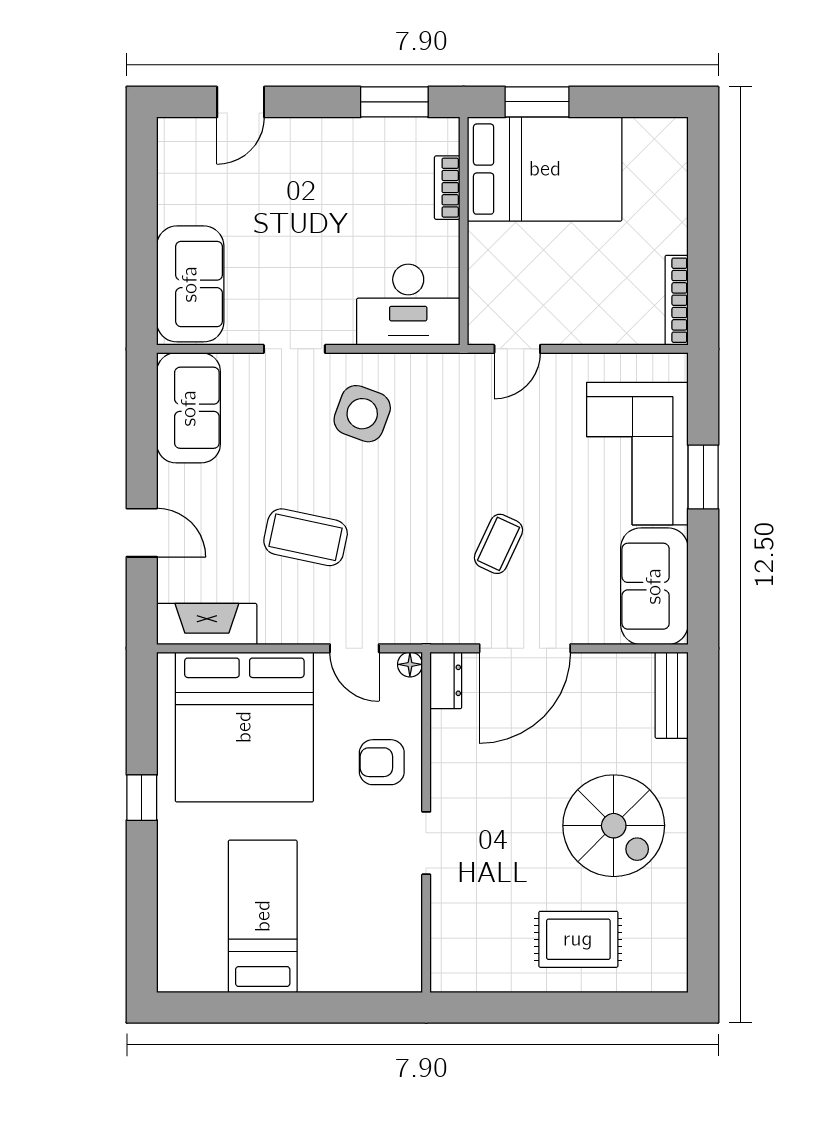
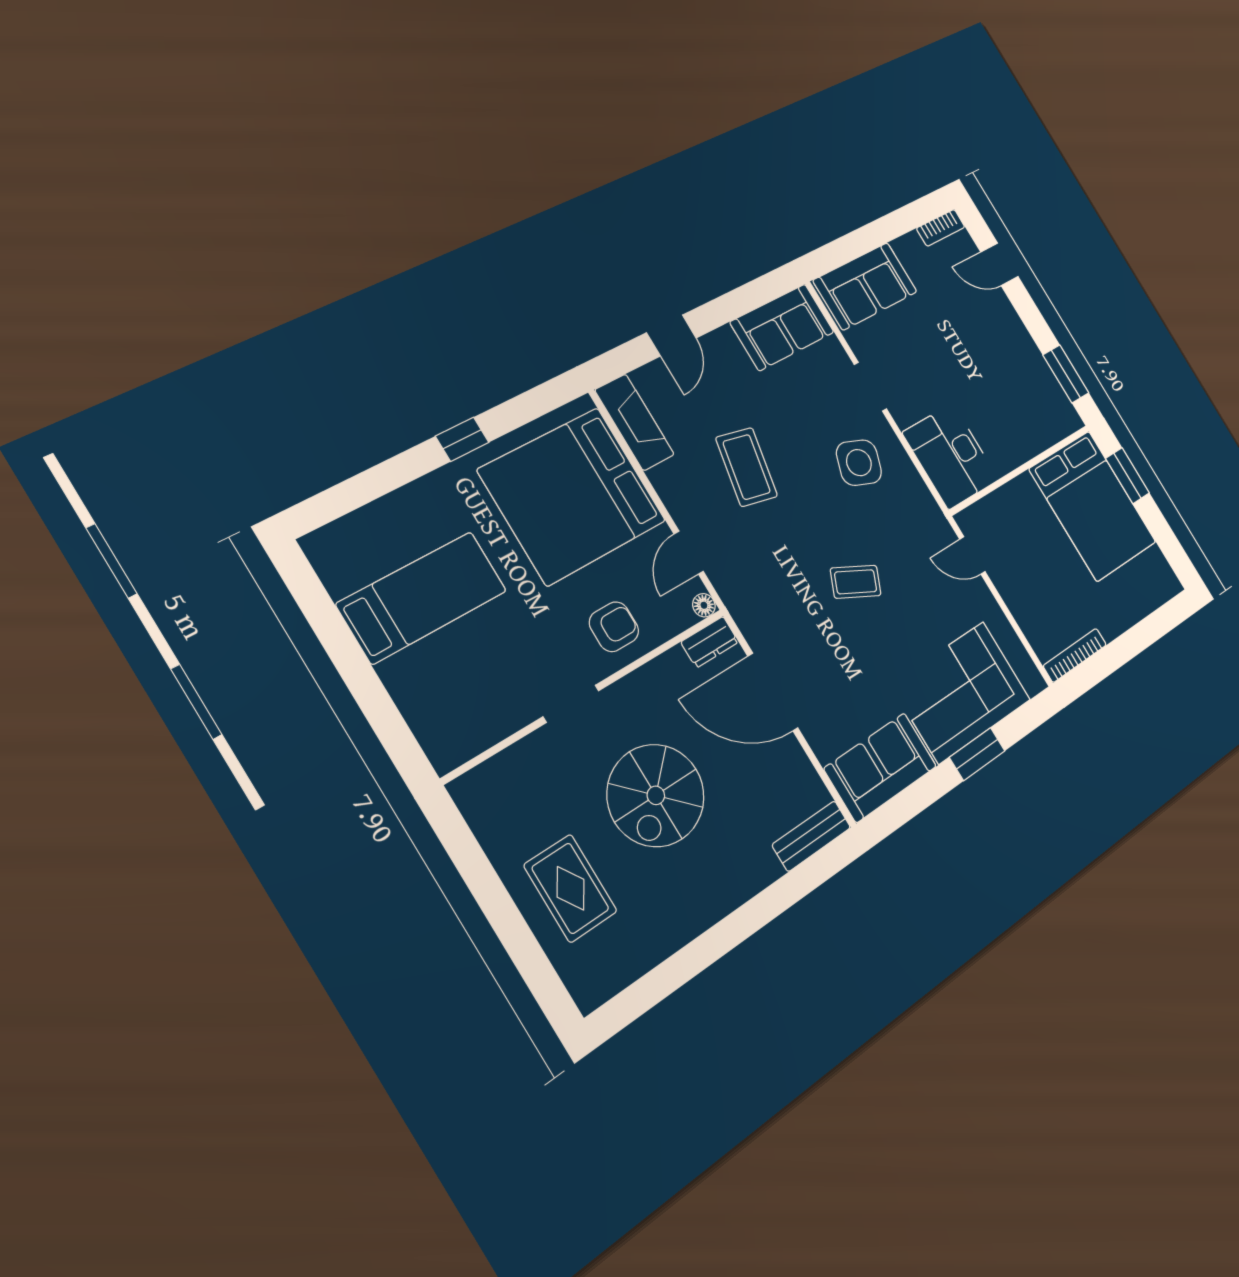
bookcase: (447, 188) -> (941, 228), moved, turned 180
coffee table: (498, 544) -> (856, 582), moved
armchair: (382, 762) -> (614, 627), turned 90
spiral stairs: (614, 826) -> (656, 795), moved

